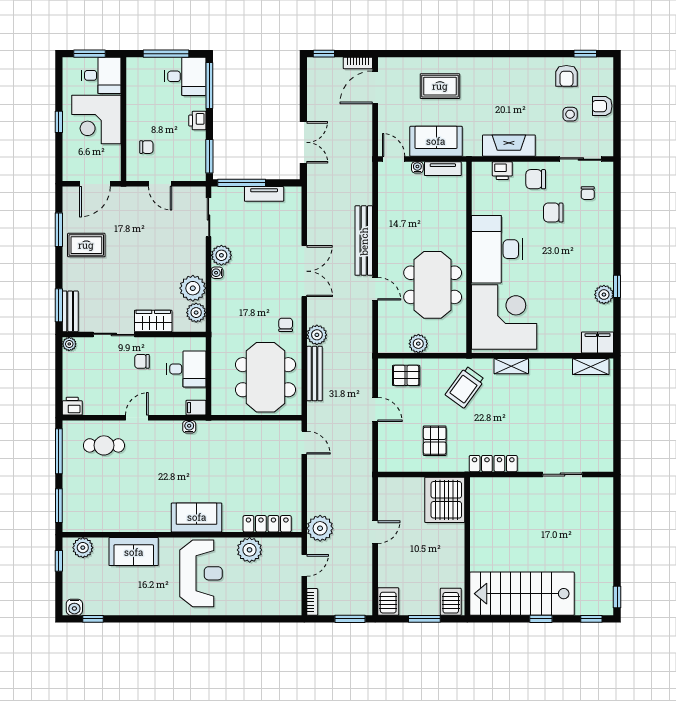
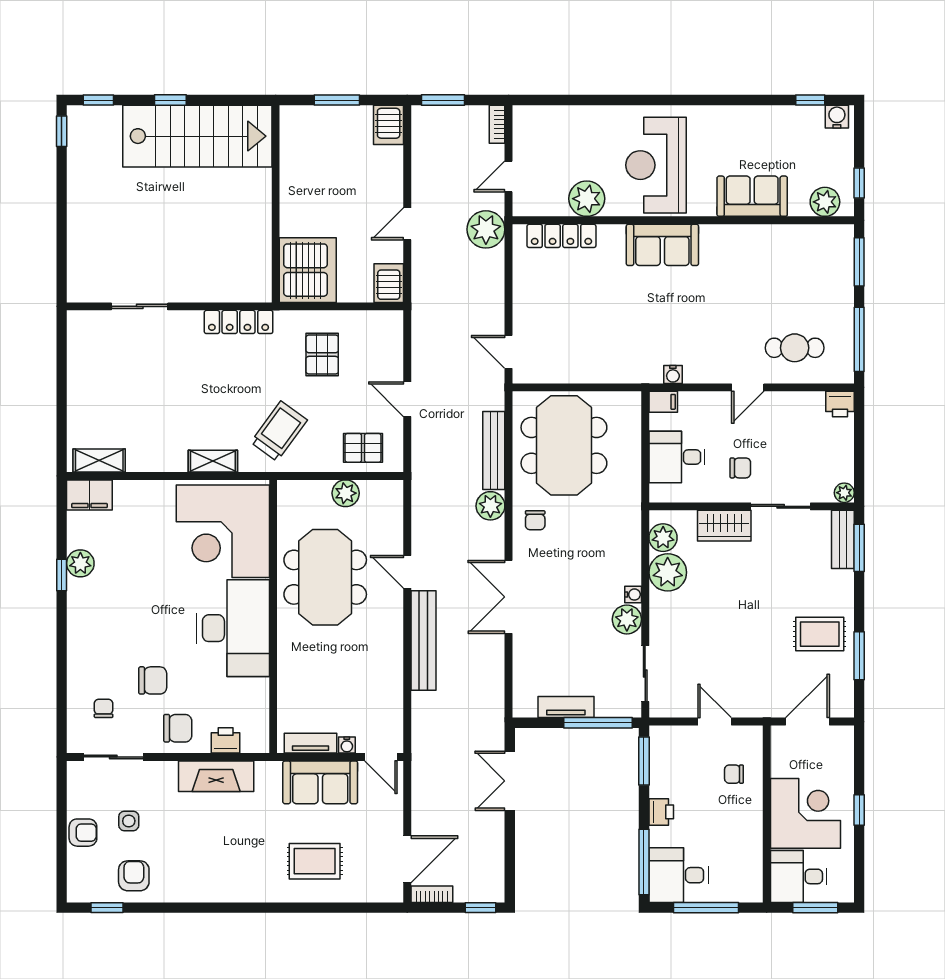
server rack: (451, 602) -> (389, 283), moved, turned 180

